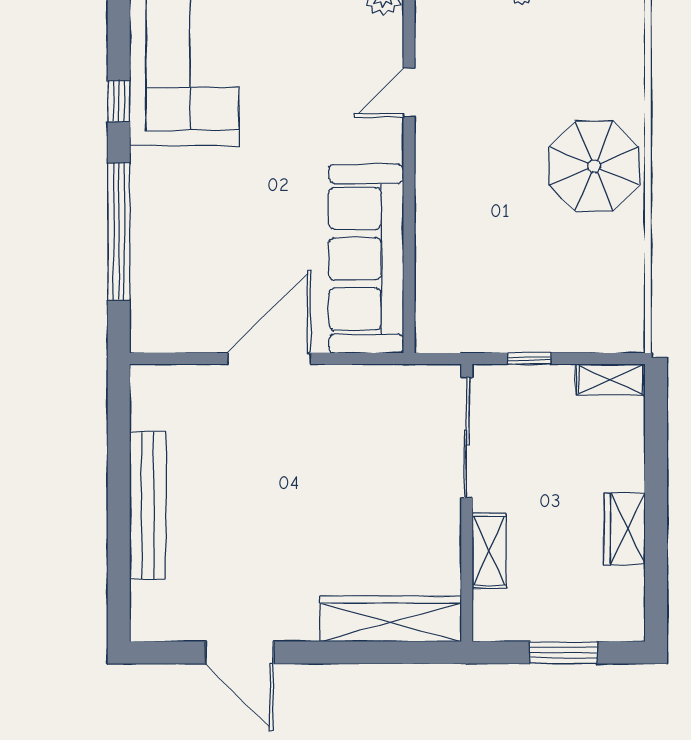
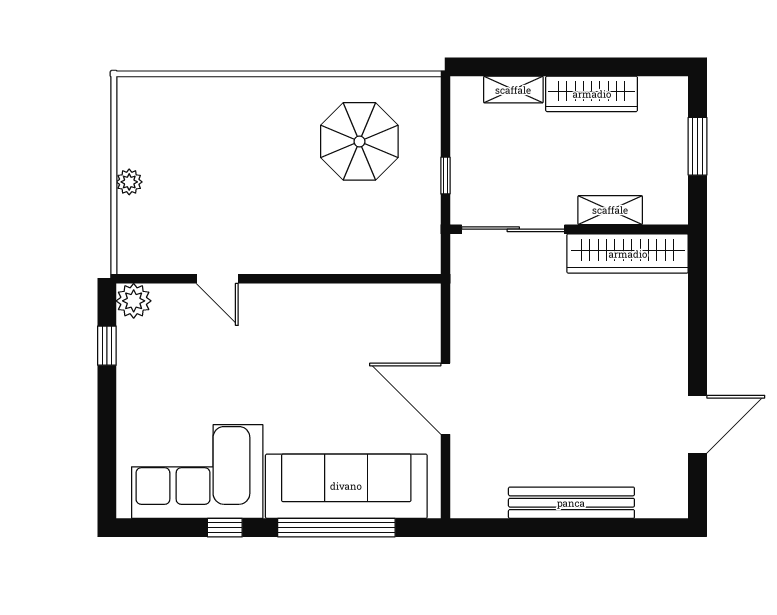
parasol: (594, 166) -> (359, 141), moved
sofa: (366, 259) -> (346, 486), moved, turned 180
shelving: (611, 380) -> (513, 90), moved, turned 90
wardrobe: (625, 529) -> (592, 94), width x1.50
wardrobe: (391, 619) -> (628, 254), moved, turned -90

